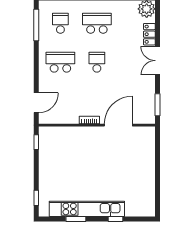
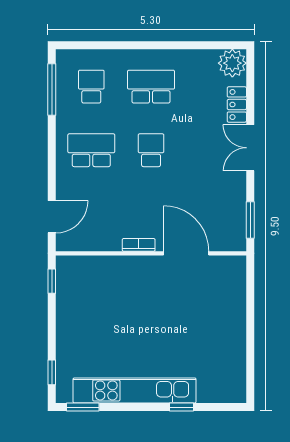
door: (118, 125) -> (186, 253), hinge flipped
window: (76, 219) -> (83, 407), moved

